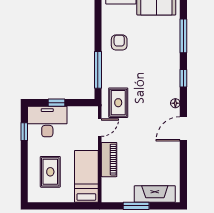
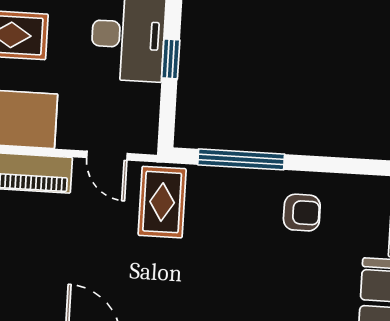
rug: (118, 103) -> (162, 202), turned 90

